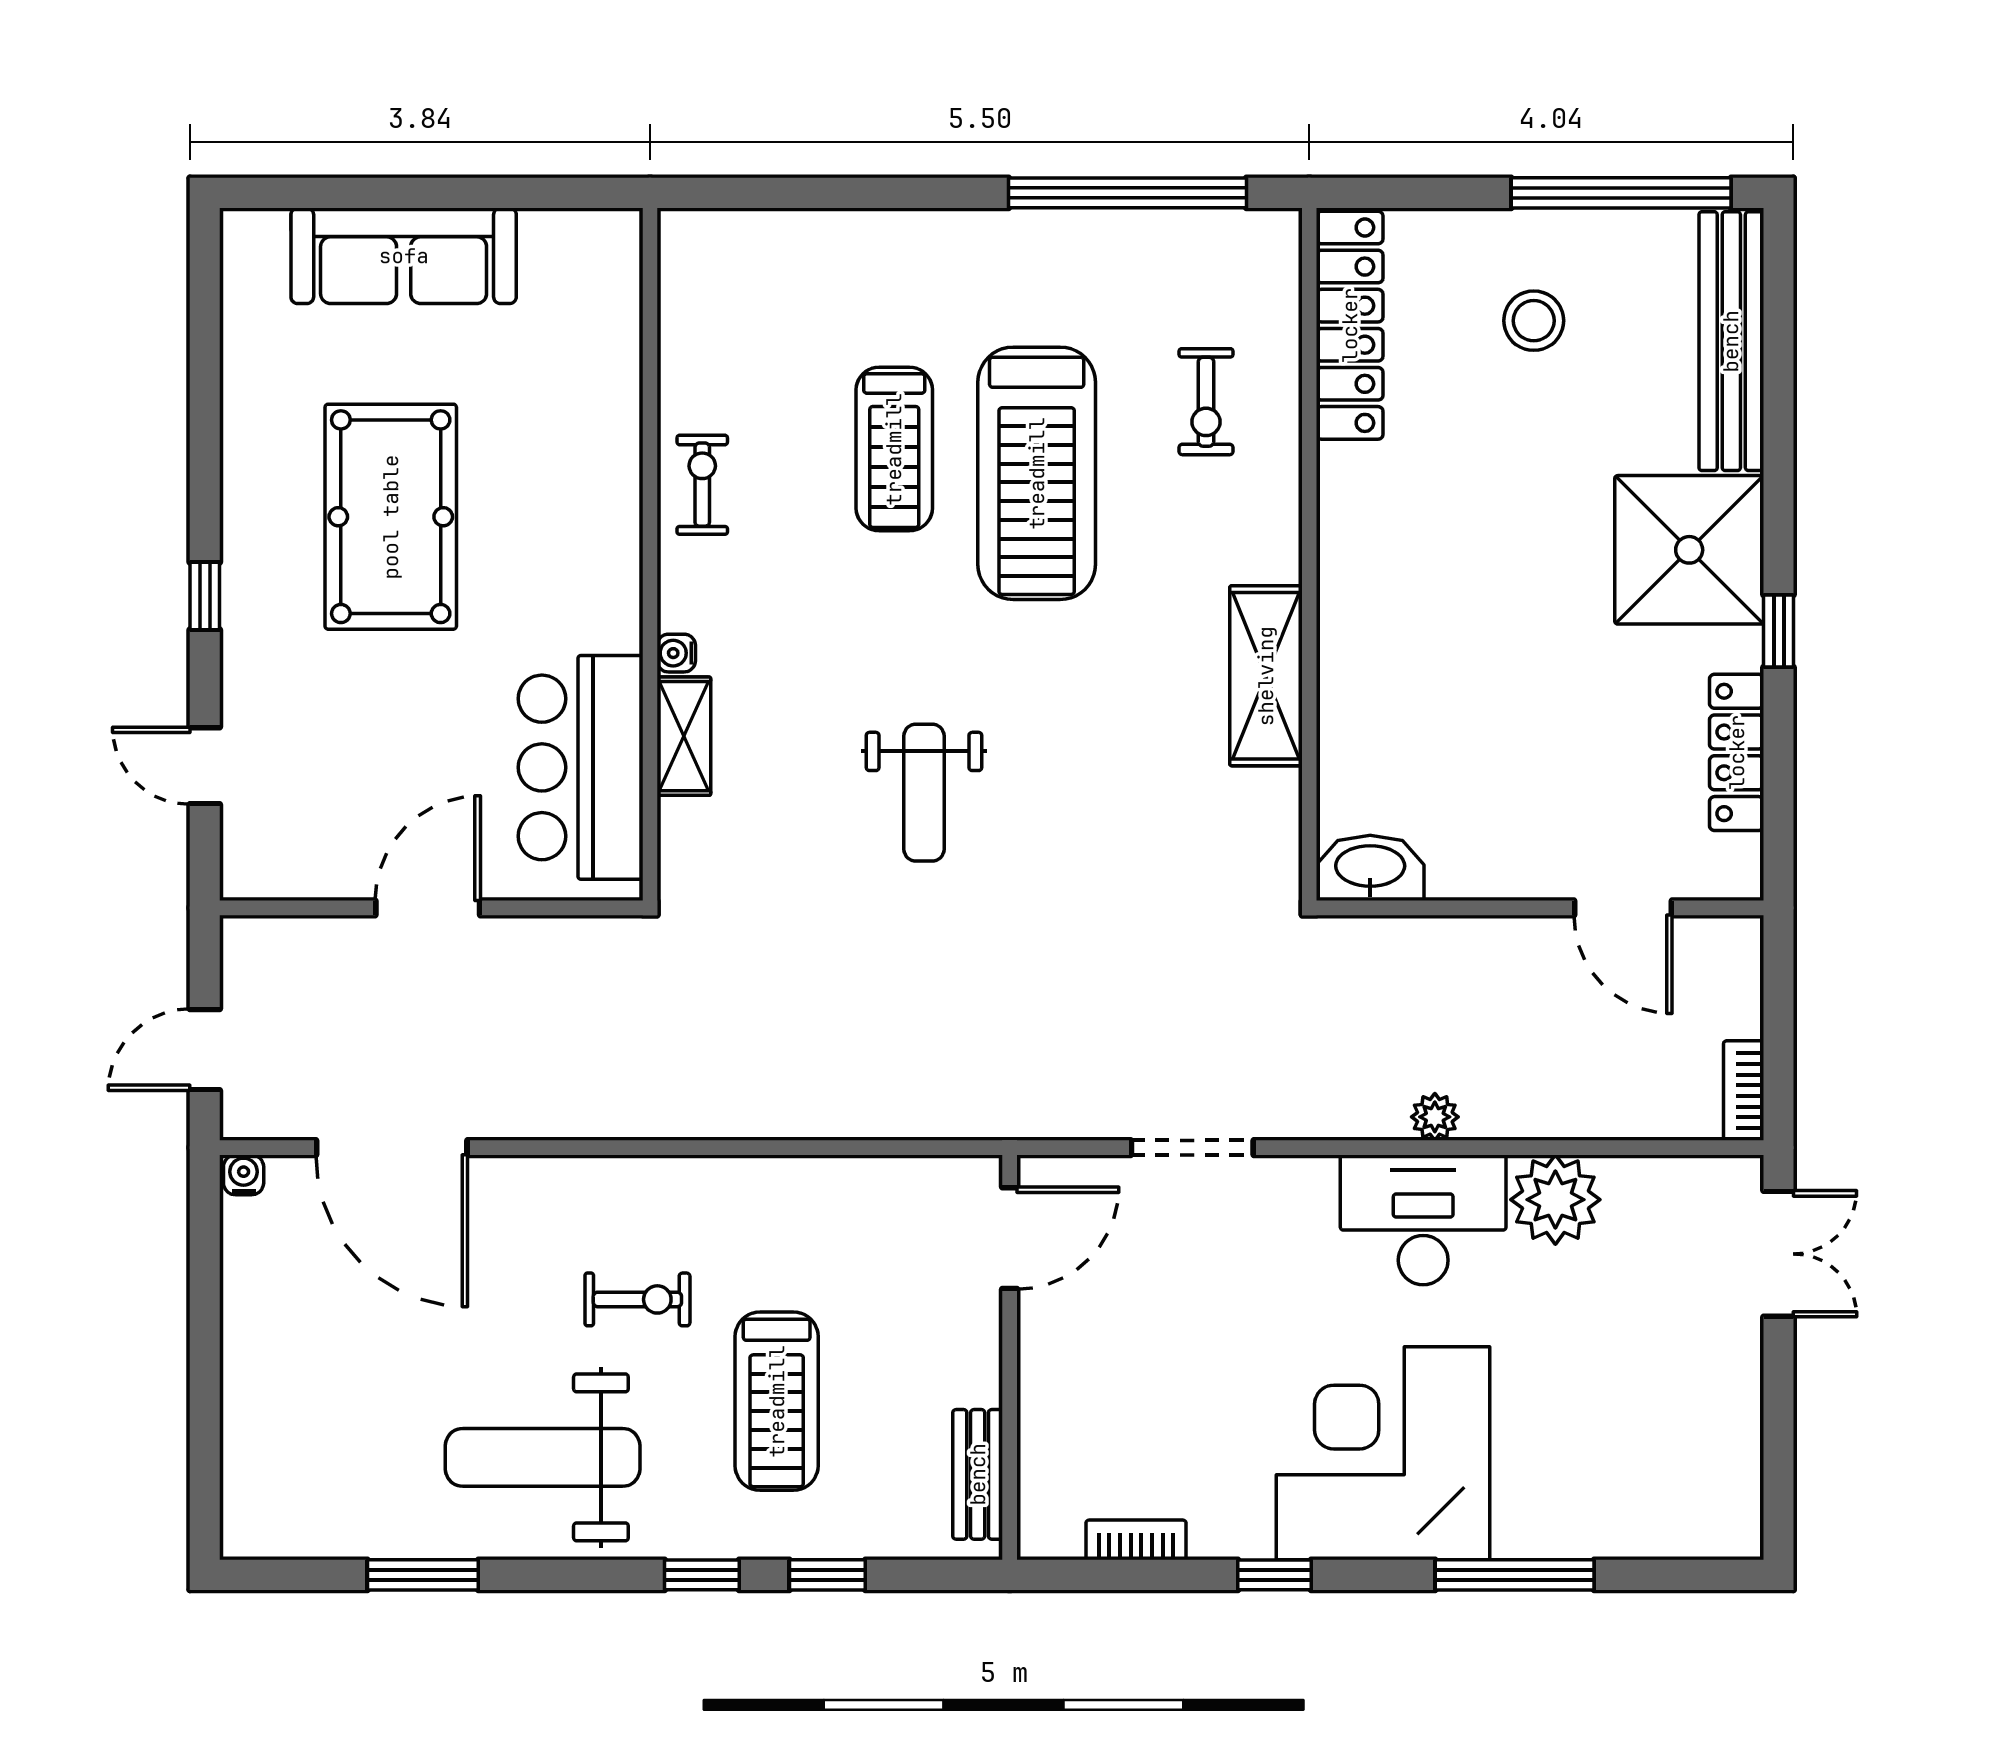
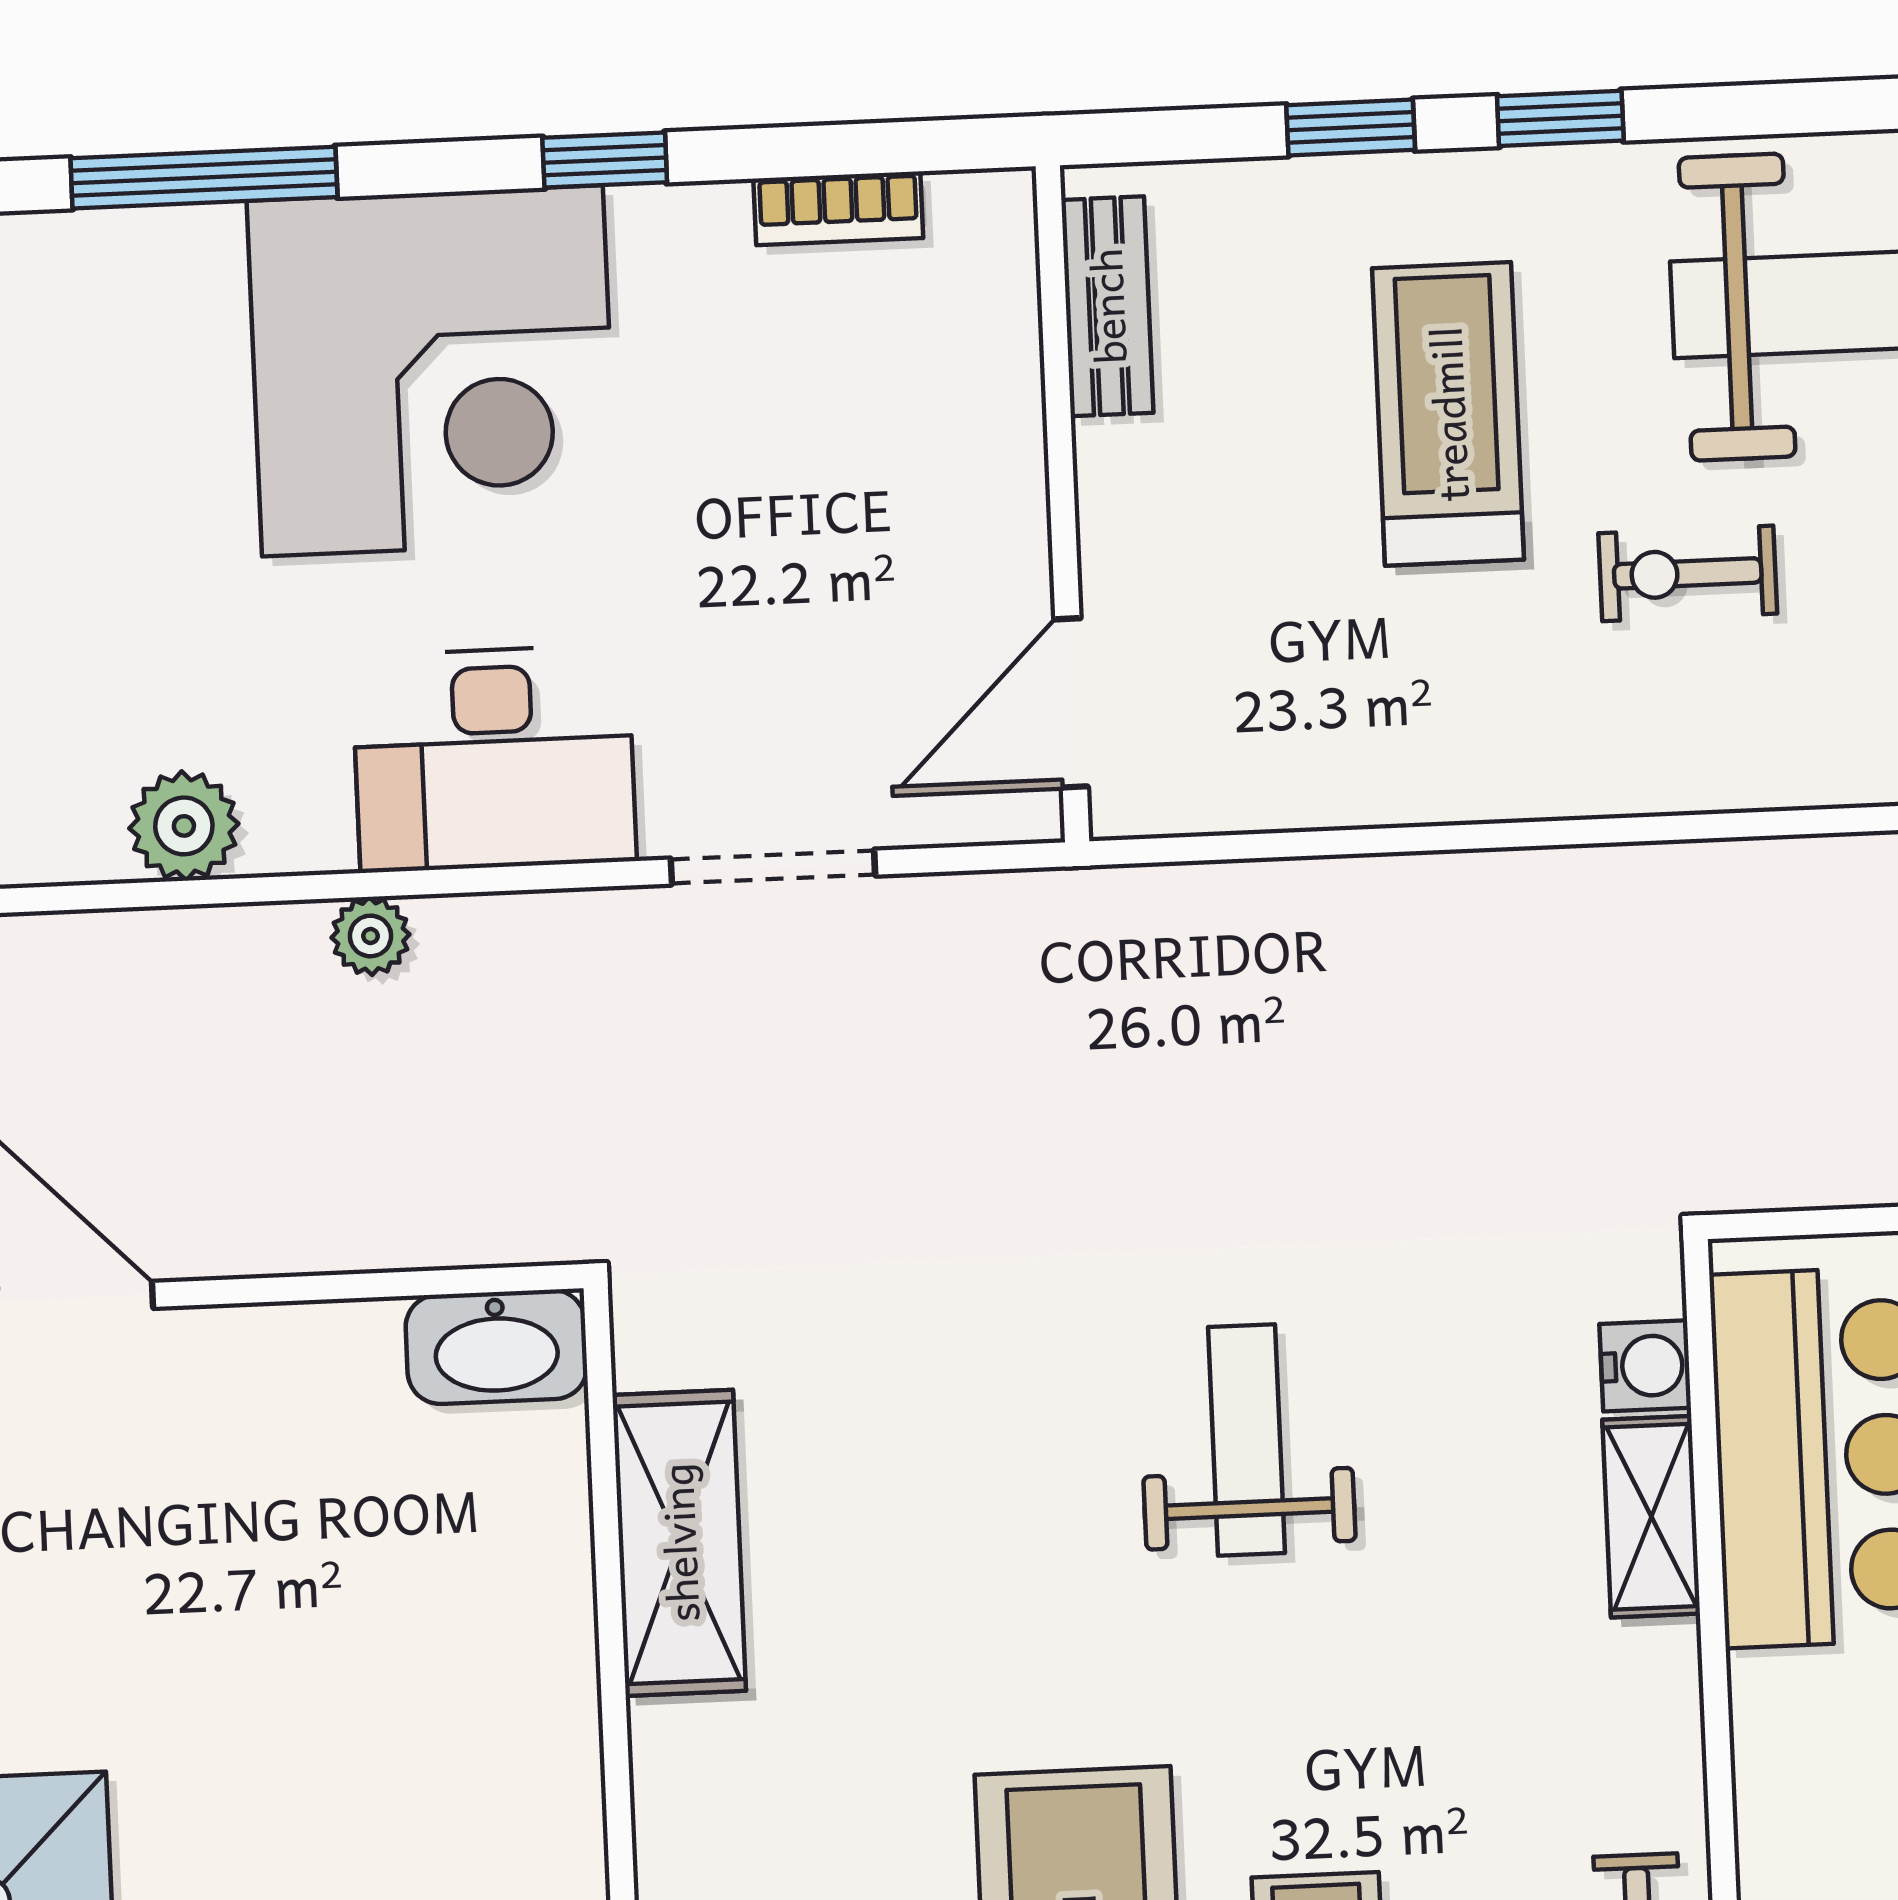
water cooler: (676, 653) -> (1645, 1366), moved, width x1.38, depth x1.38
shelving: (1266, 676) -> (679, 1543), moved
plant: (1555, 1200) -> (184, 826), width x0.73, depth x0.73
desk: (1423, 1220) -> (494, 759), moved

